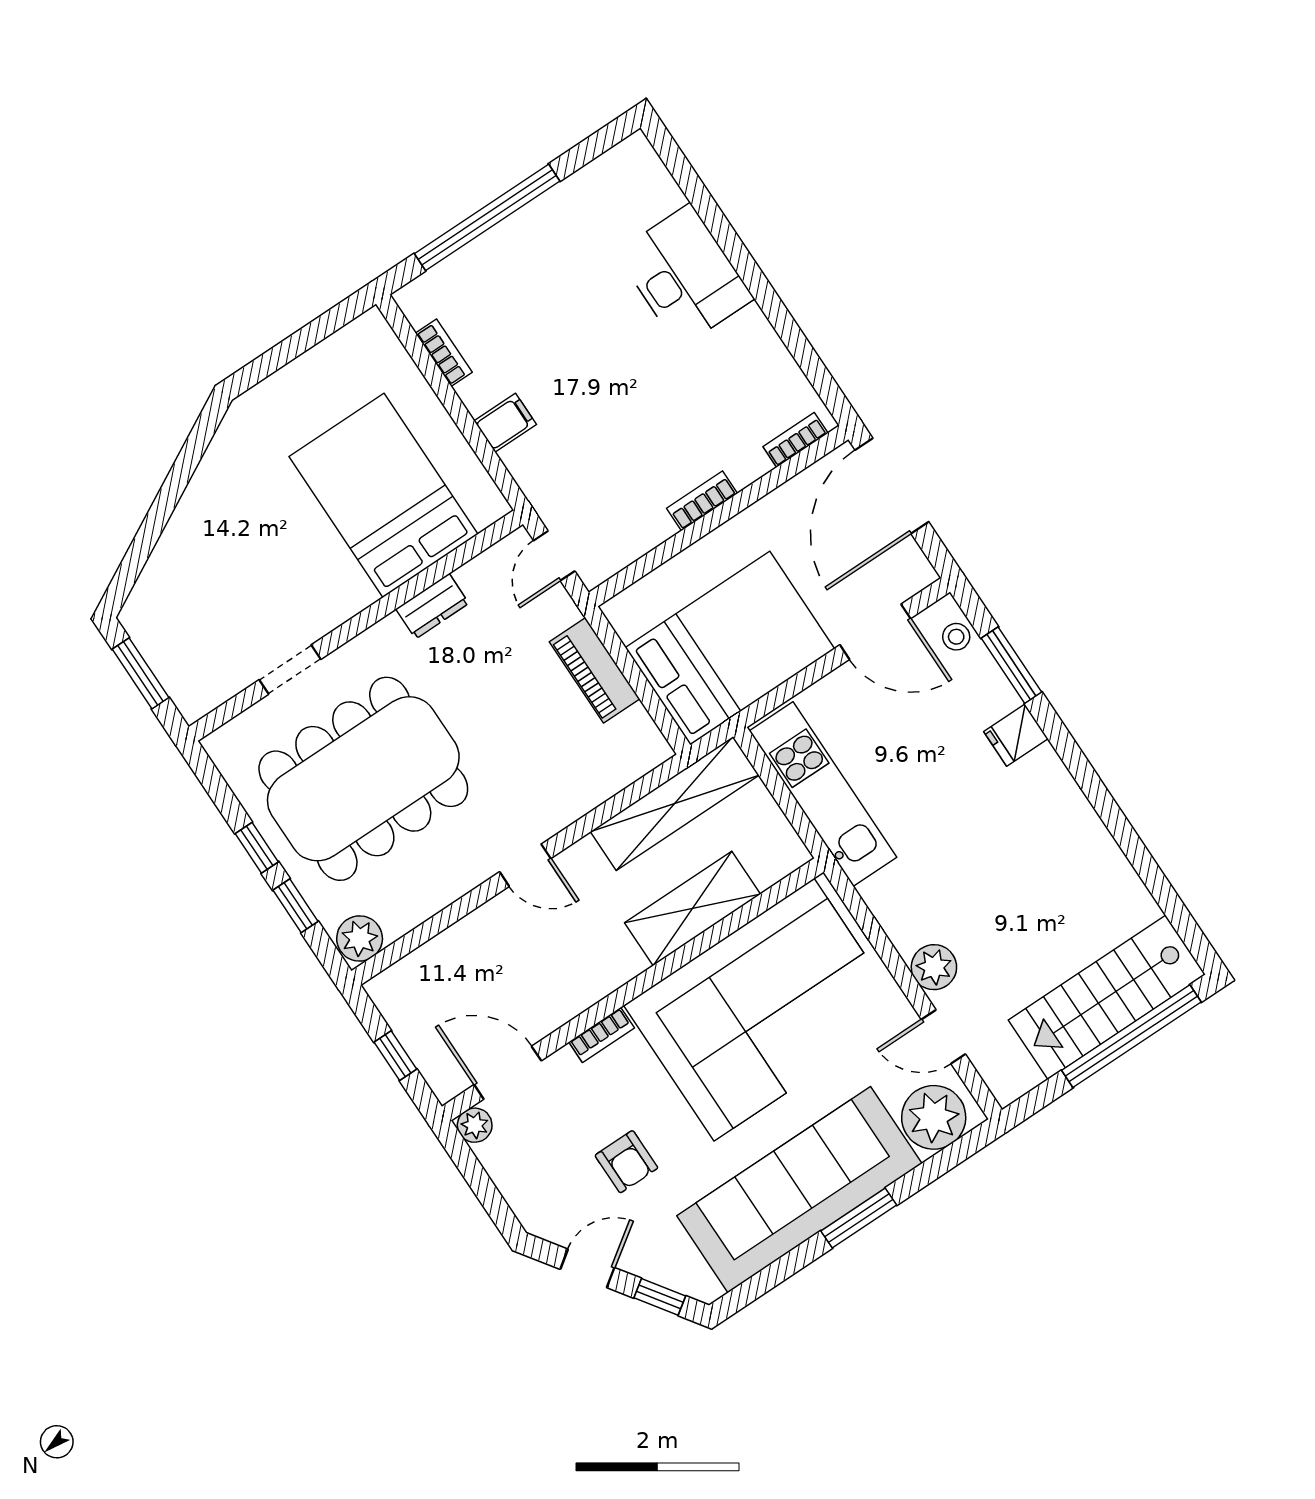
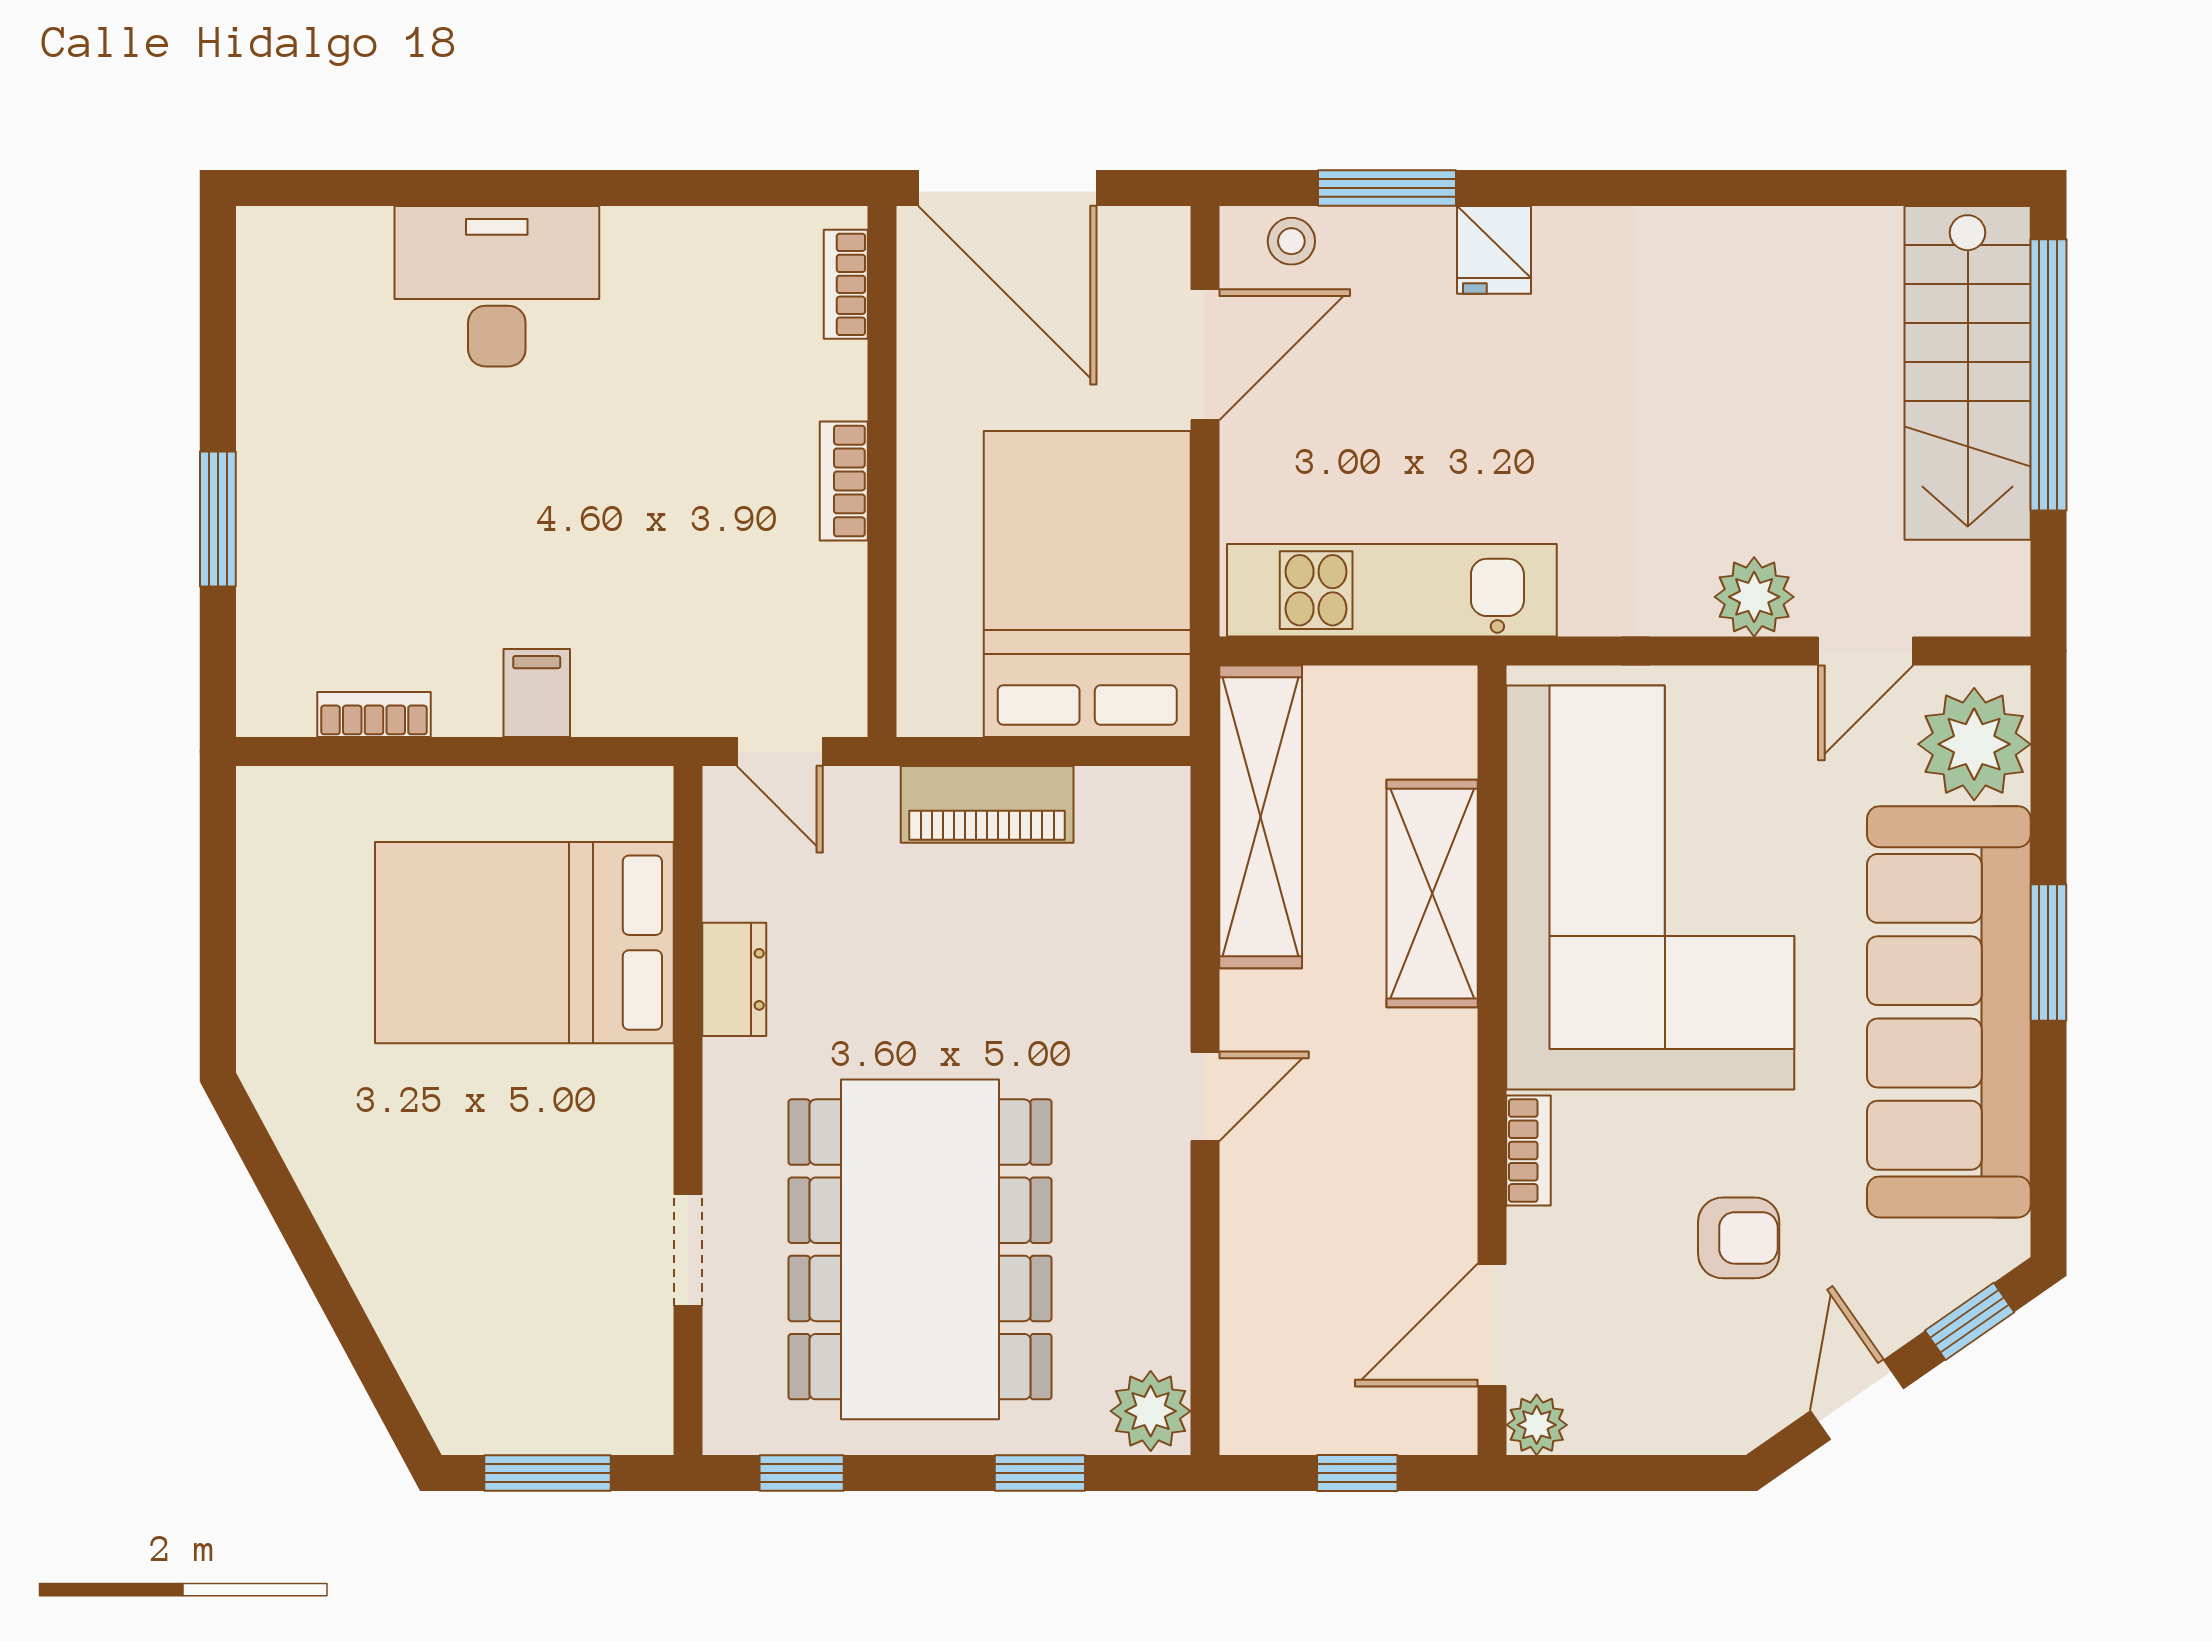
window: (487, 217) -> (218, 519), width x0.47
window: (257, 848) -> (802, 1473), moved

